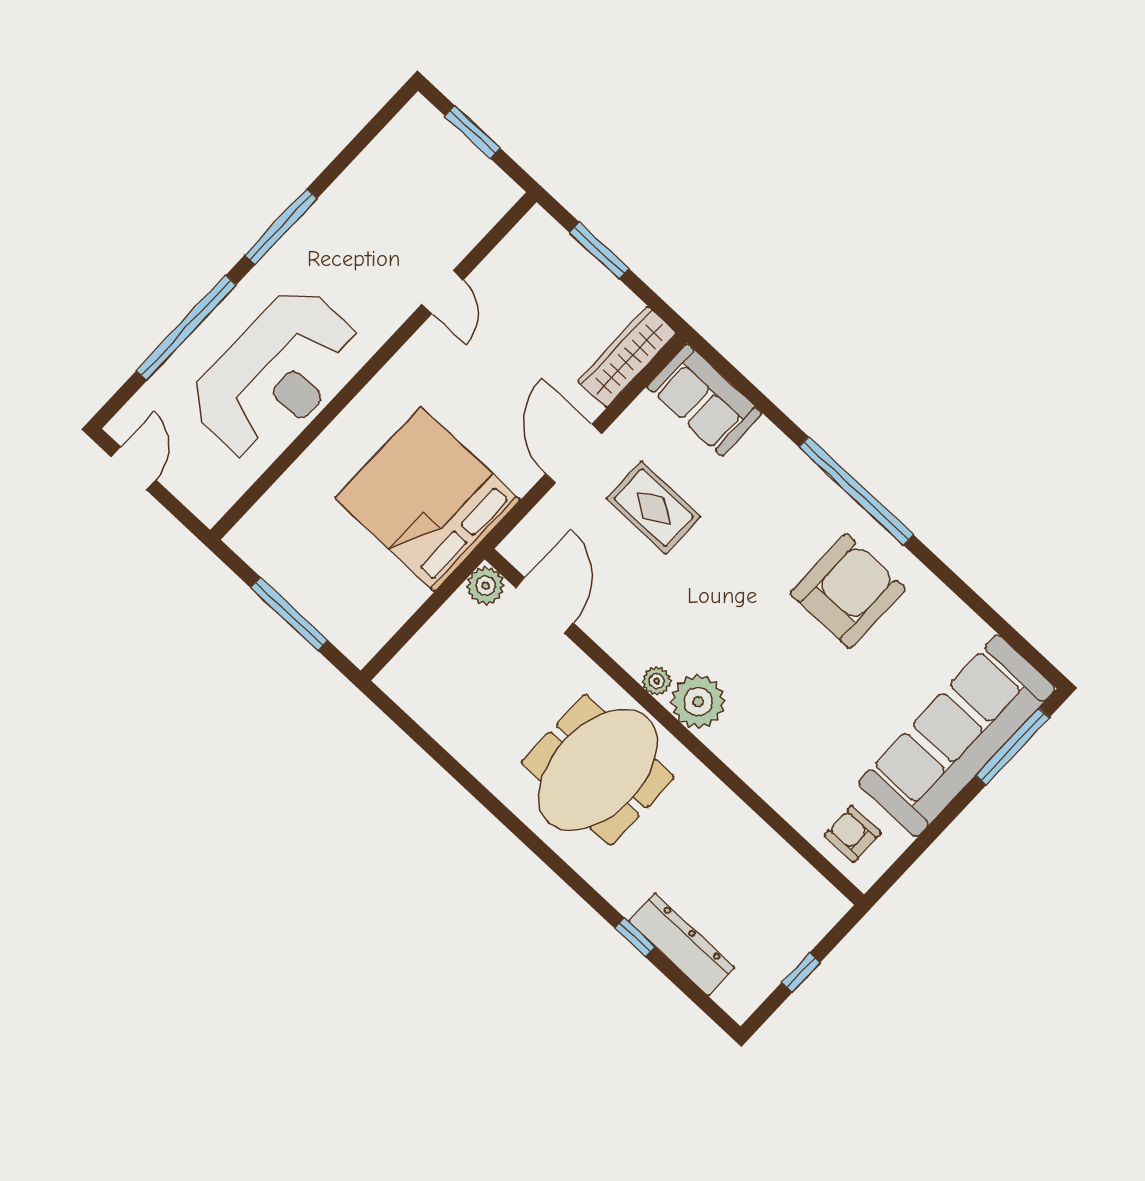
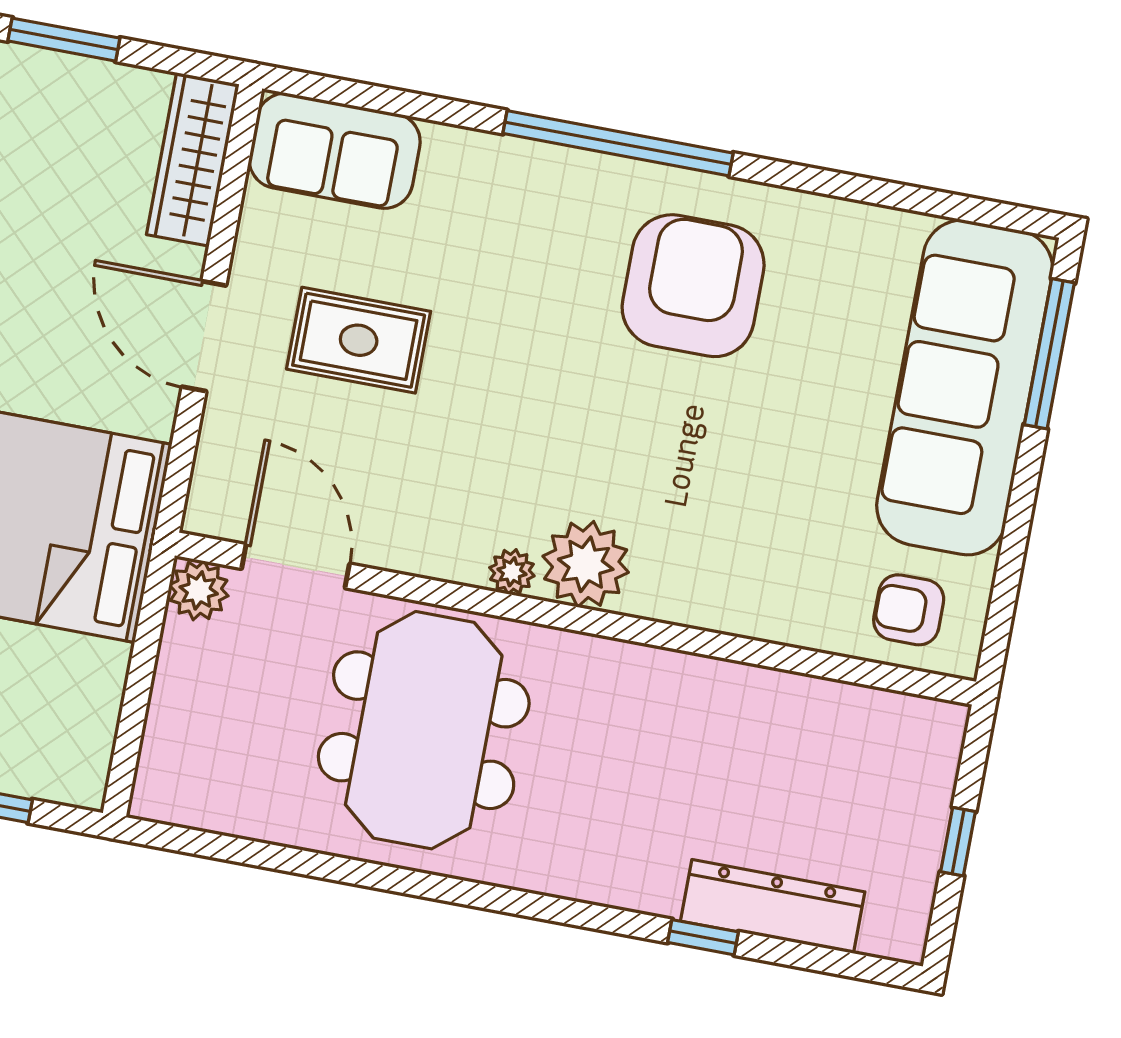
meeting table: (598, 770) -> (424, 730), moved

